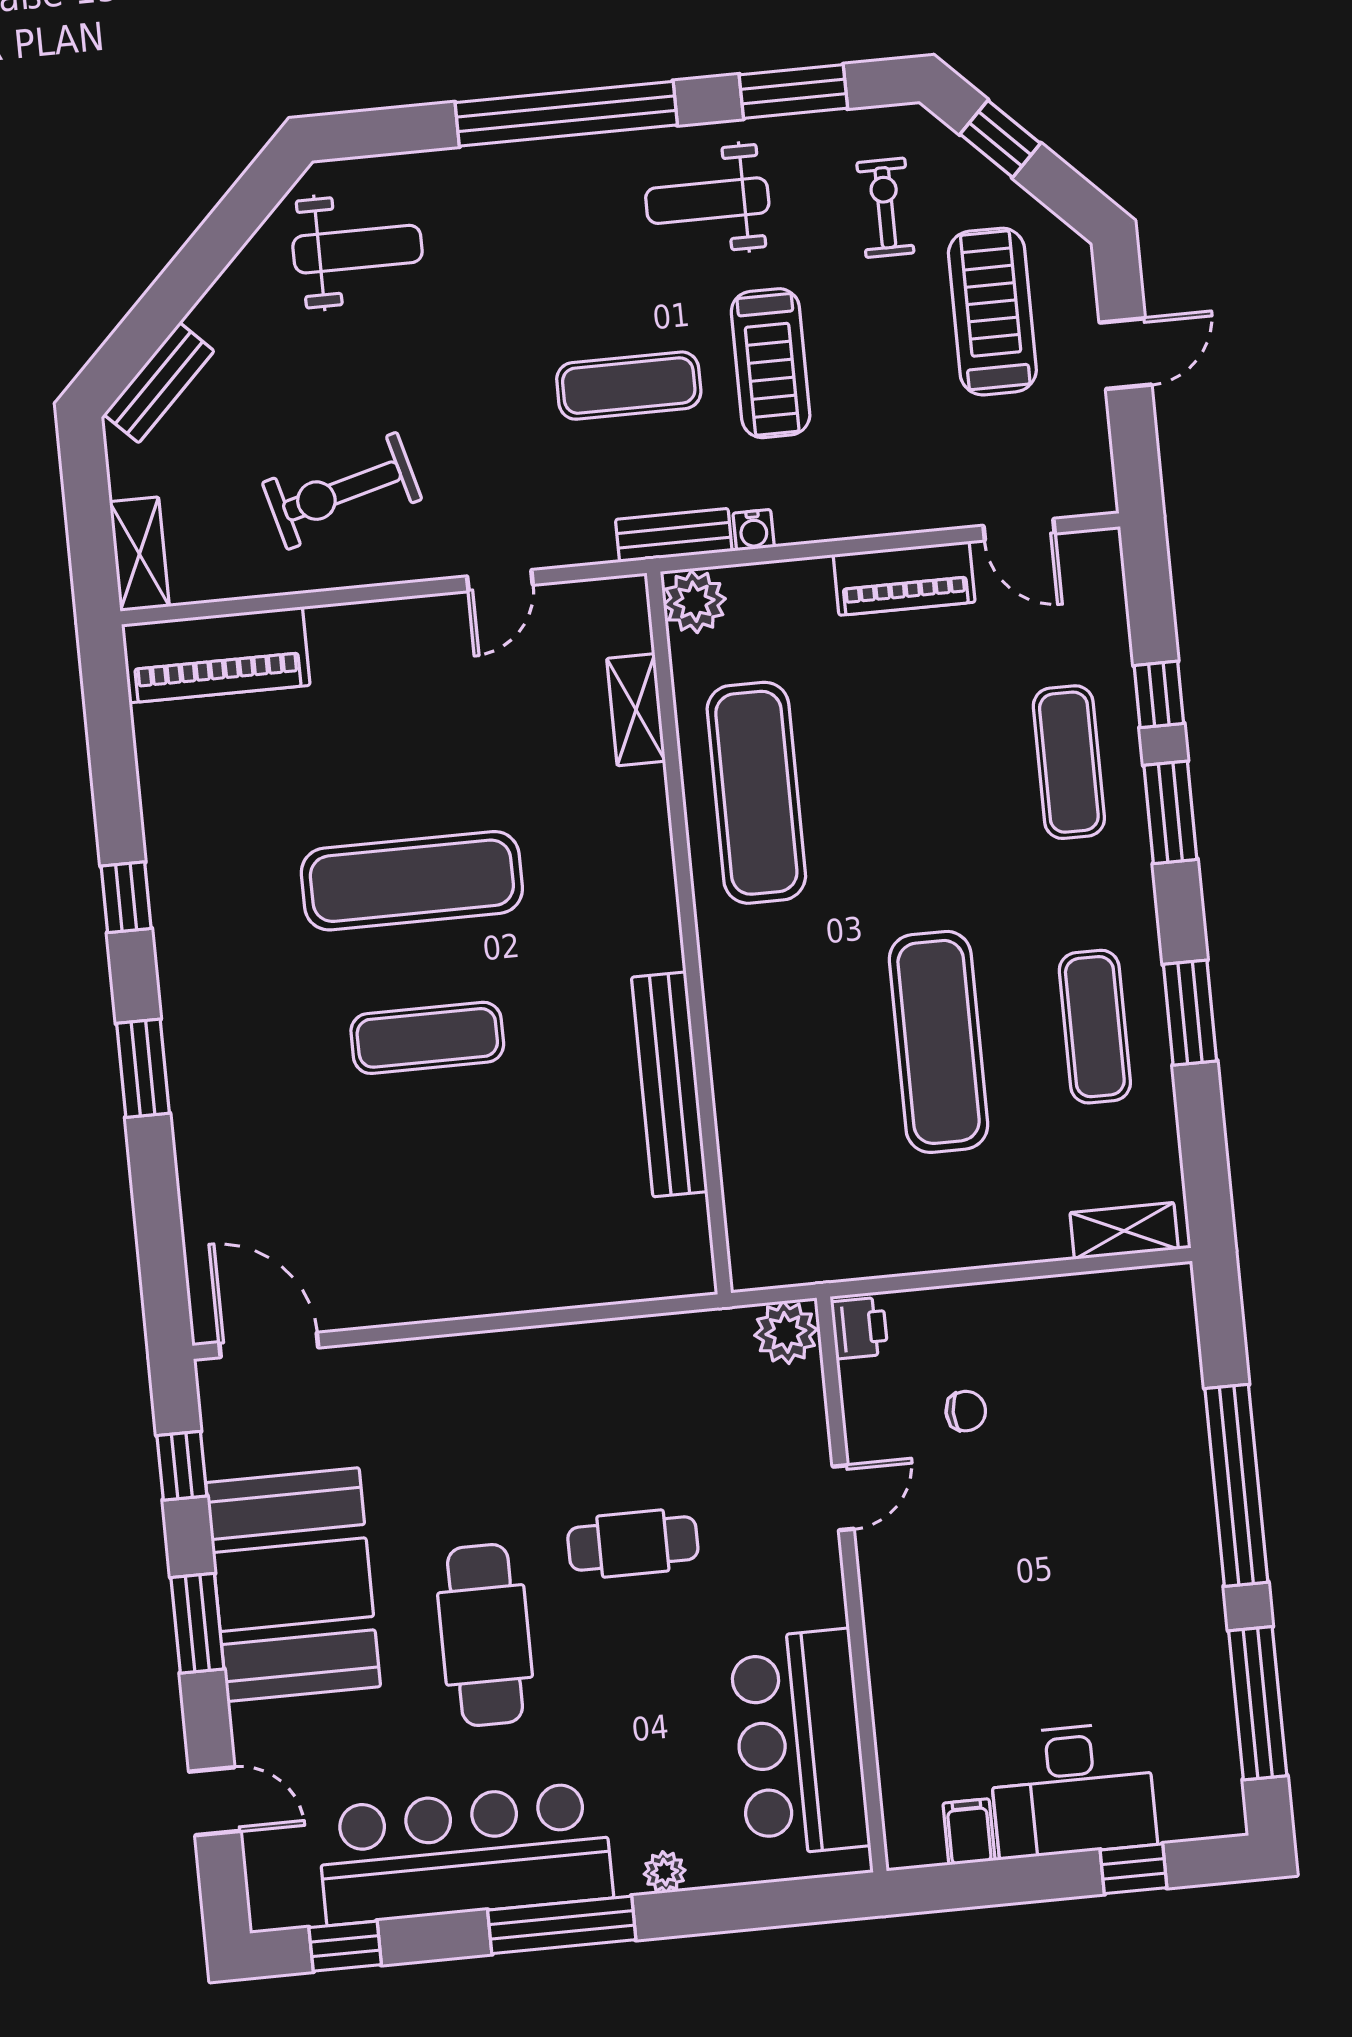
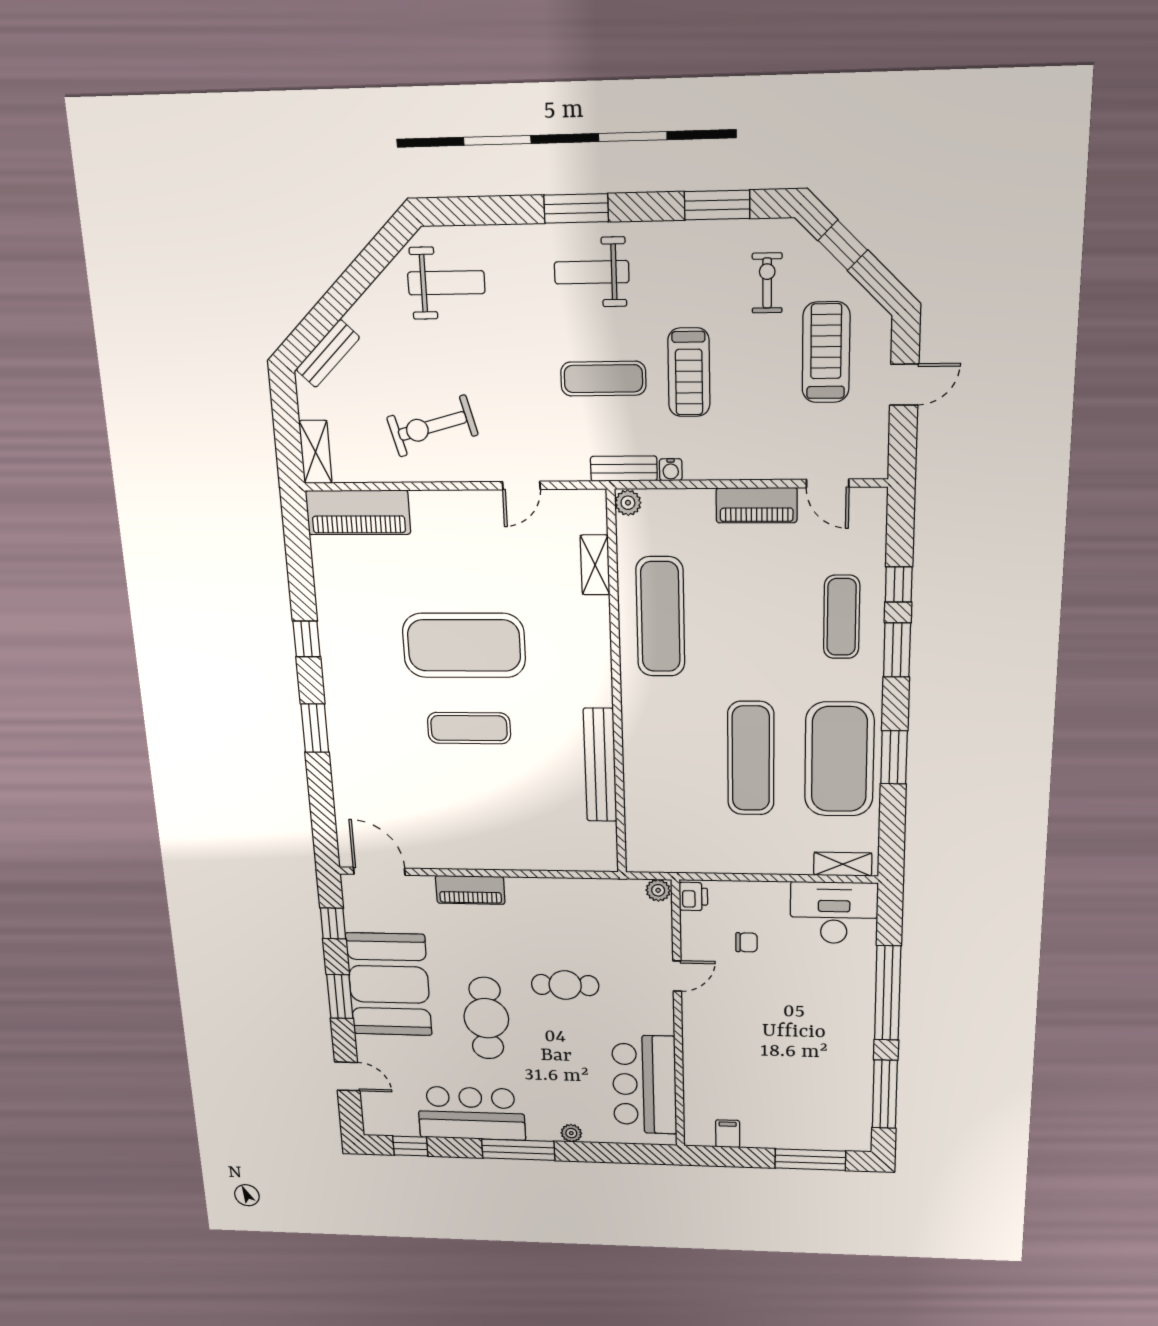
window: (566, 114) -> (576, 208), width x0.47
weight bench: (707, 201) -> (592, 272), moved
plant: (694, 602) -> (628, 503), width x0.73, depth x0.73
exercise mat: (412, 881) -> (464, 645), width x1.47
exercise mat: (1095, 1027) -> (839, 759), width x2.00, depth x1.45
plant: (786, 1332) -> (658, 890), width x0.73, depth x0.73
piano: (443, 1363) -> (470, 890), added
desk: (1073, 1790) -> (834, 913), moved, turned 180
bar counter: (465, 1853) -> (471, 1113), width x0.73
window: (1134, 1869) -> (810, 1160), width x2.17

